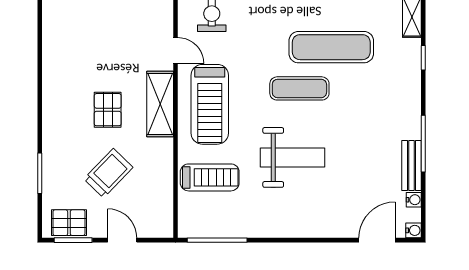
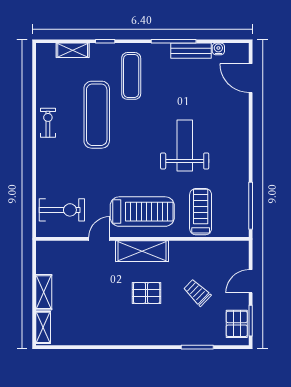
exercise mat: (299, 88) -> (131, 76), moved
trolley: (108, 173) -> (197, 292), width x0.73, depth x0.72
water cooler: (414, 230) -> (243, 49), removed

